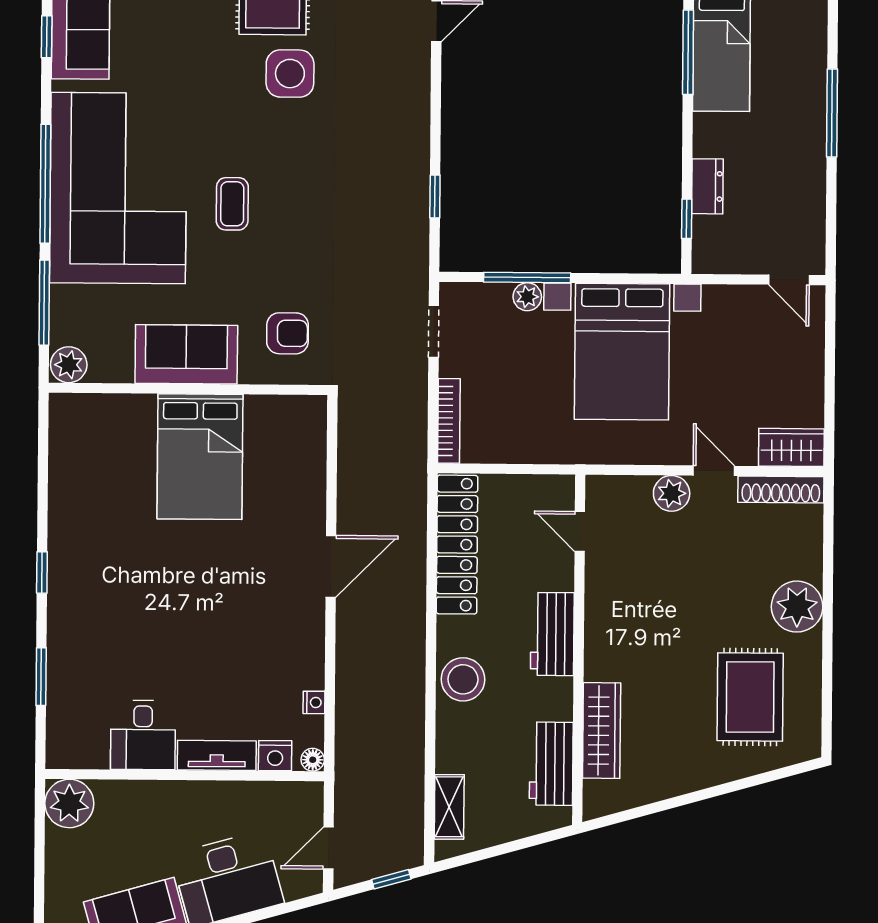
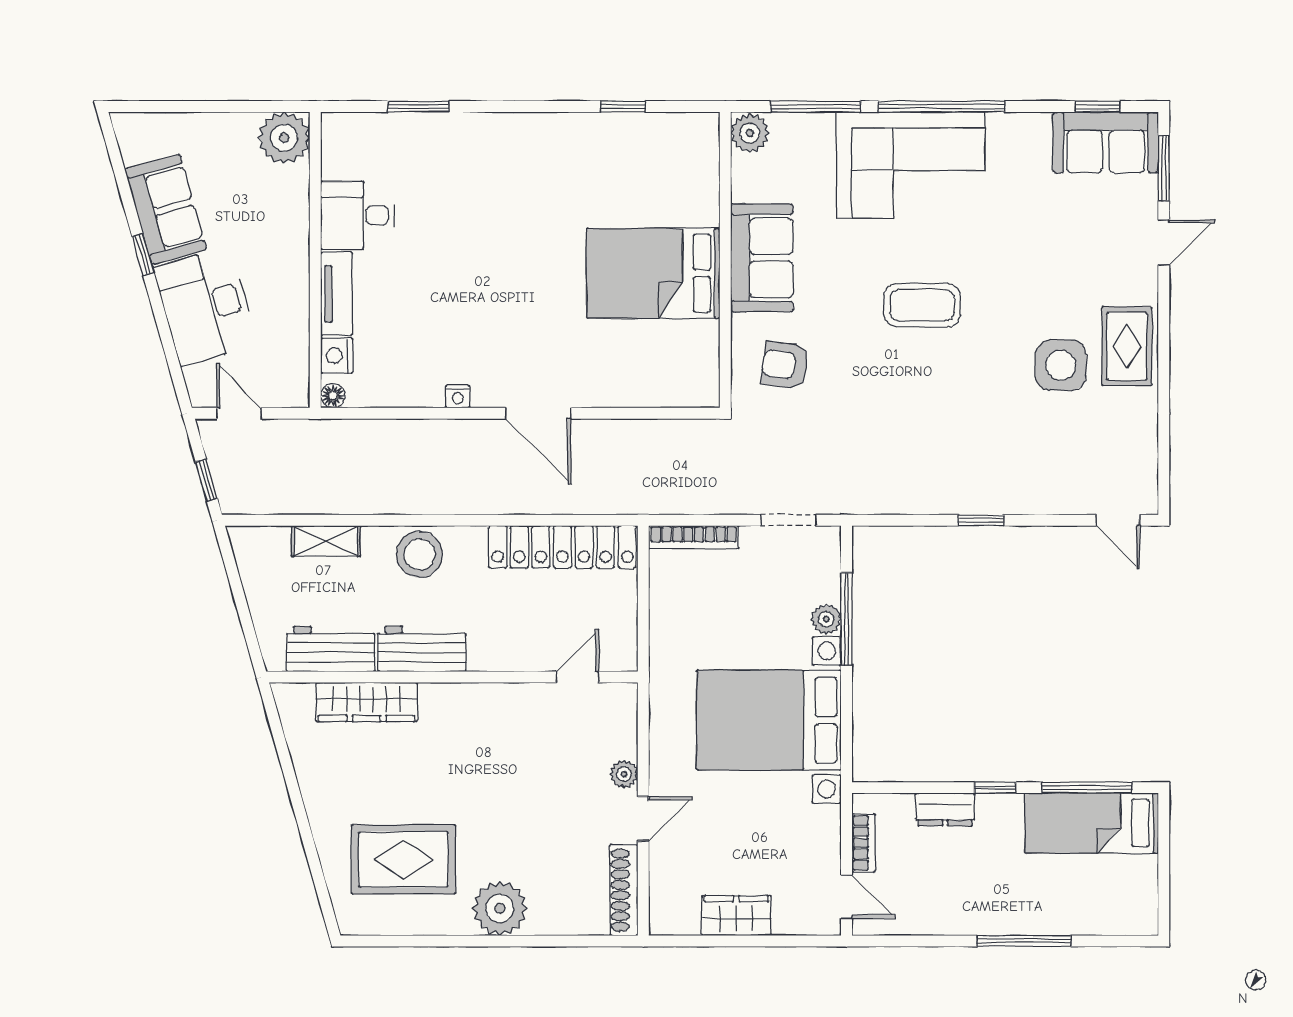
corner sofa: (118, 188) -> (911, 165), width x0.73, depth x0.74
window: (435, 196) -> (981, 520), moved
coffee table: (232, 204) -> (922, 305), width x1.36, depth x1.30
window: (687, 219) -> (995, 788), moved
bookcase: (738, 263) -> (863, 843), added
door: (789, 280) -> (846, 897), swing flipped
armchair: (287, 333) -> (785, 365), turned 97
wardrobe: (791, 447) -> (736, 916), moved, turned -90
plant: (672, 493) -> (624, 774), width x0.73, depth x0.73
window: (42, 572) -> (623, 107), moved
workbench: (552, 634) -> (422, 649), moved
nightstand: (314, 702) -> (458, 397), moved
shelving: (449, 807) -> (326, 541), moved

